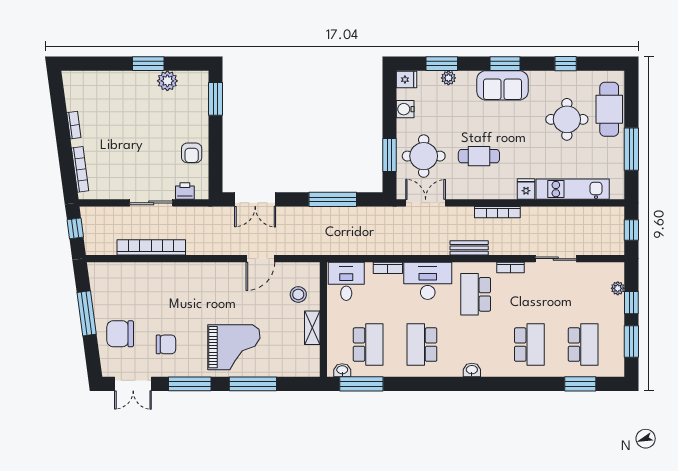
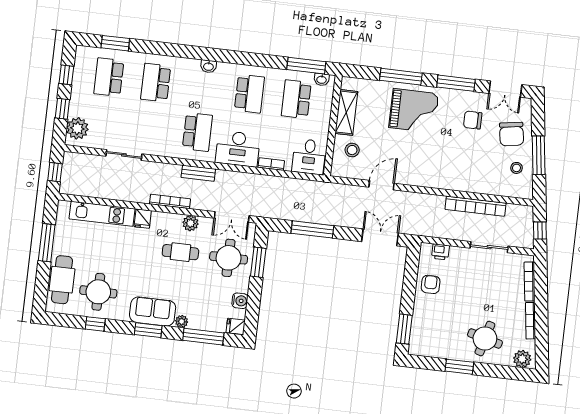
window: (442, 64) -> (203, 337), width x1.44
plant: (448, 78) -> (182, 321), moved
plant: (167, 81) -> (522, 359), moved
round table: (123, 99) -> (485, 339), added
round table: (567, 119) -> (98, 292), moved
bookcase: (74, 125) -> (531, 321), width x1.56
plant: (471, 190) -> (190, 223), added
sliding door: (151, 203) -> (489, 247), moved
bookcase: (510, 267) -> (164, 152), removed
plant: (618, 288) -> (77, 128), width x1.88, depth x1.88
stool: (110, 296) -> (516, 168), added
shelving: (312, 328) -> (346, 112), width x1.50, depth x1.33
chair: (120, 334) -> (512, 134), turned 81
window: (631, 342) -> (66, 75), width x0.67
grand piano: (234, 347) -> (414, 111), turned 180
double door: (133, 384) -> (505, 89), swing flipped

